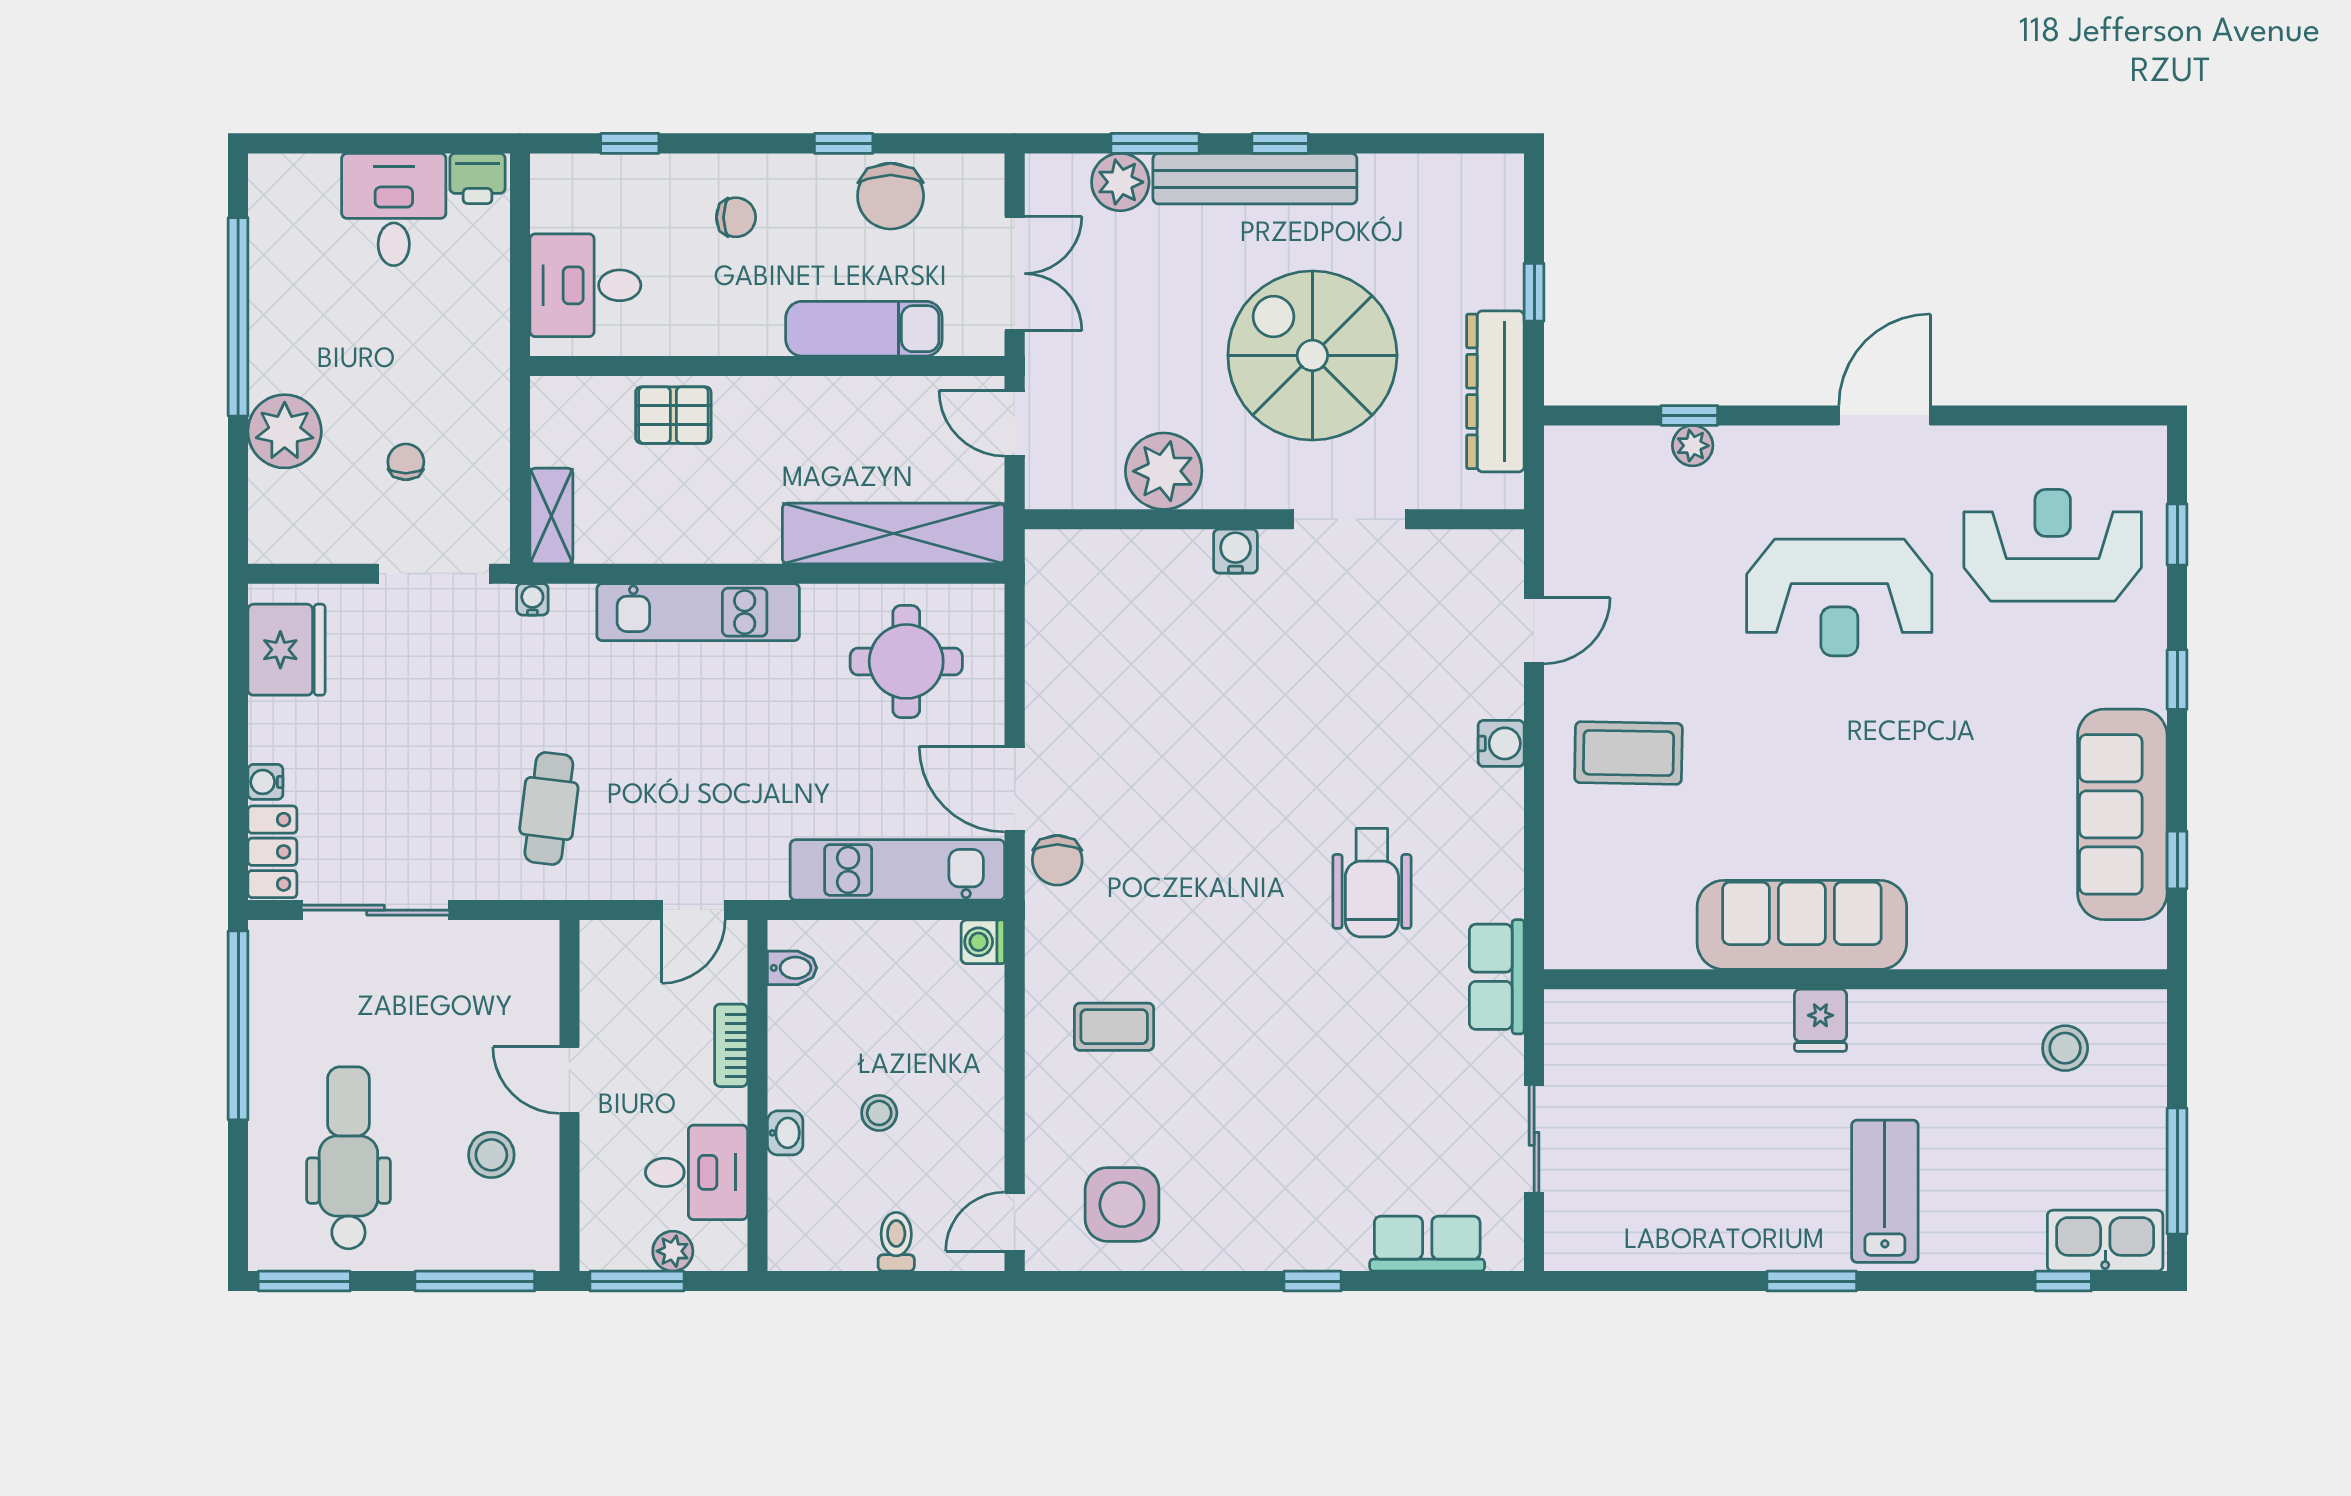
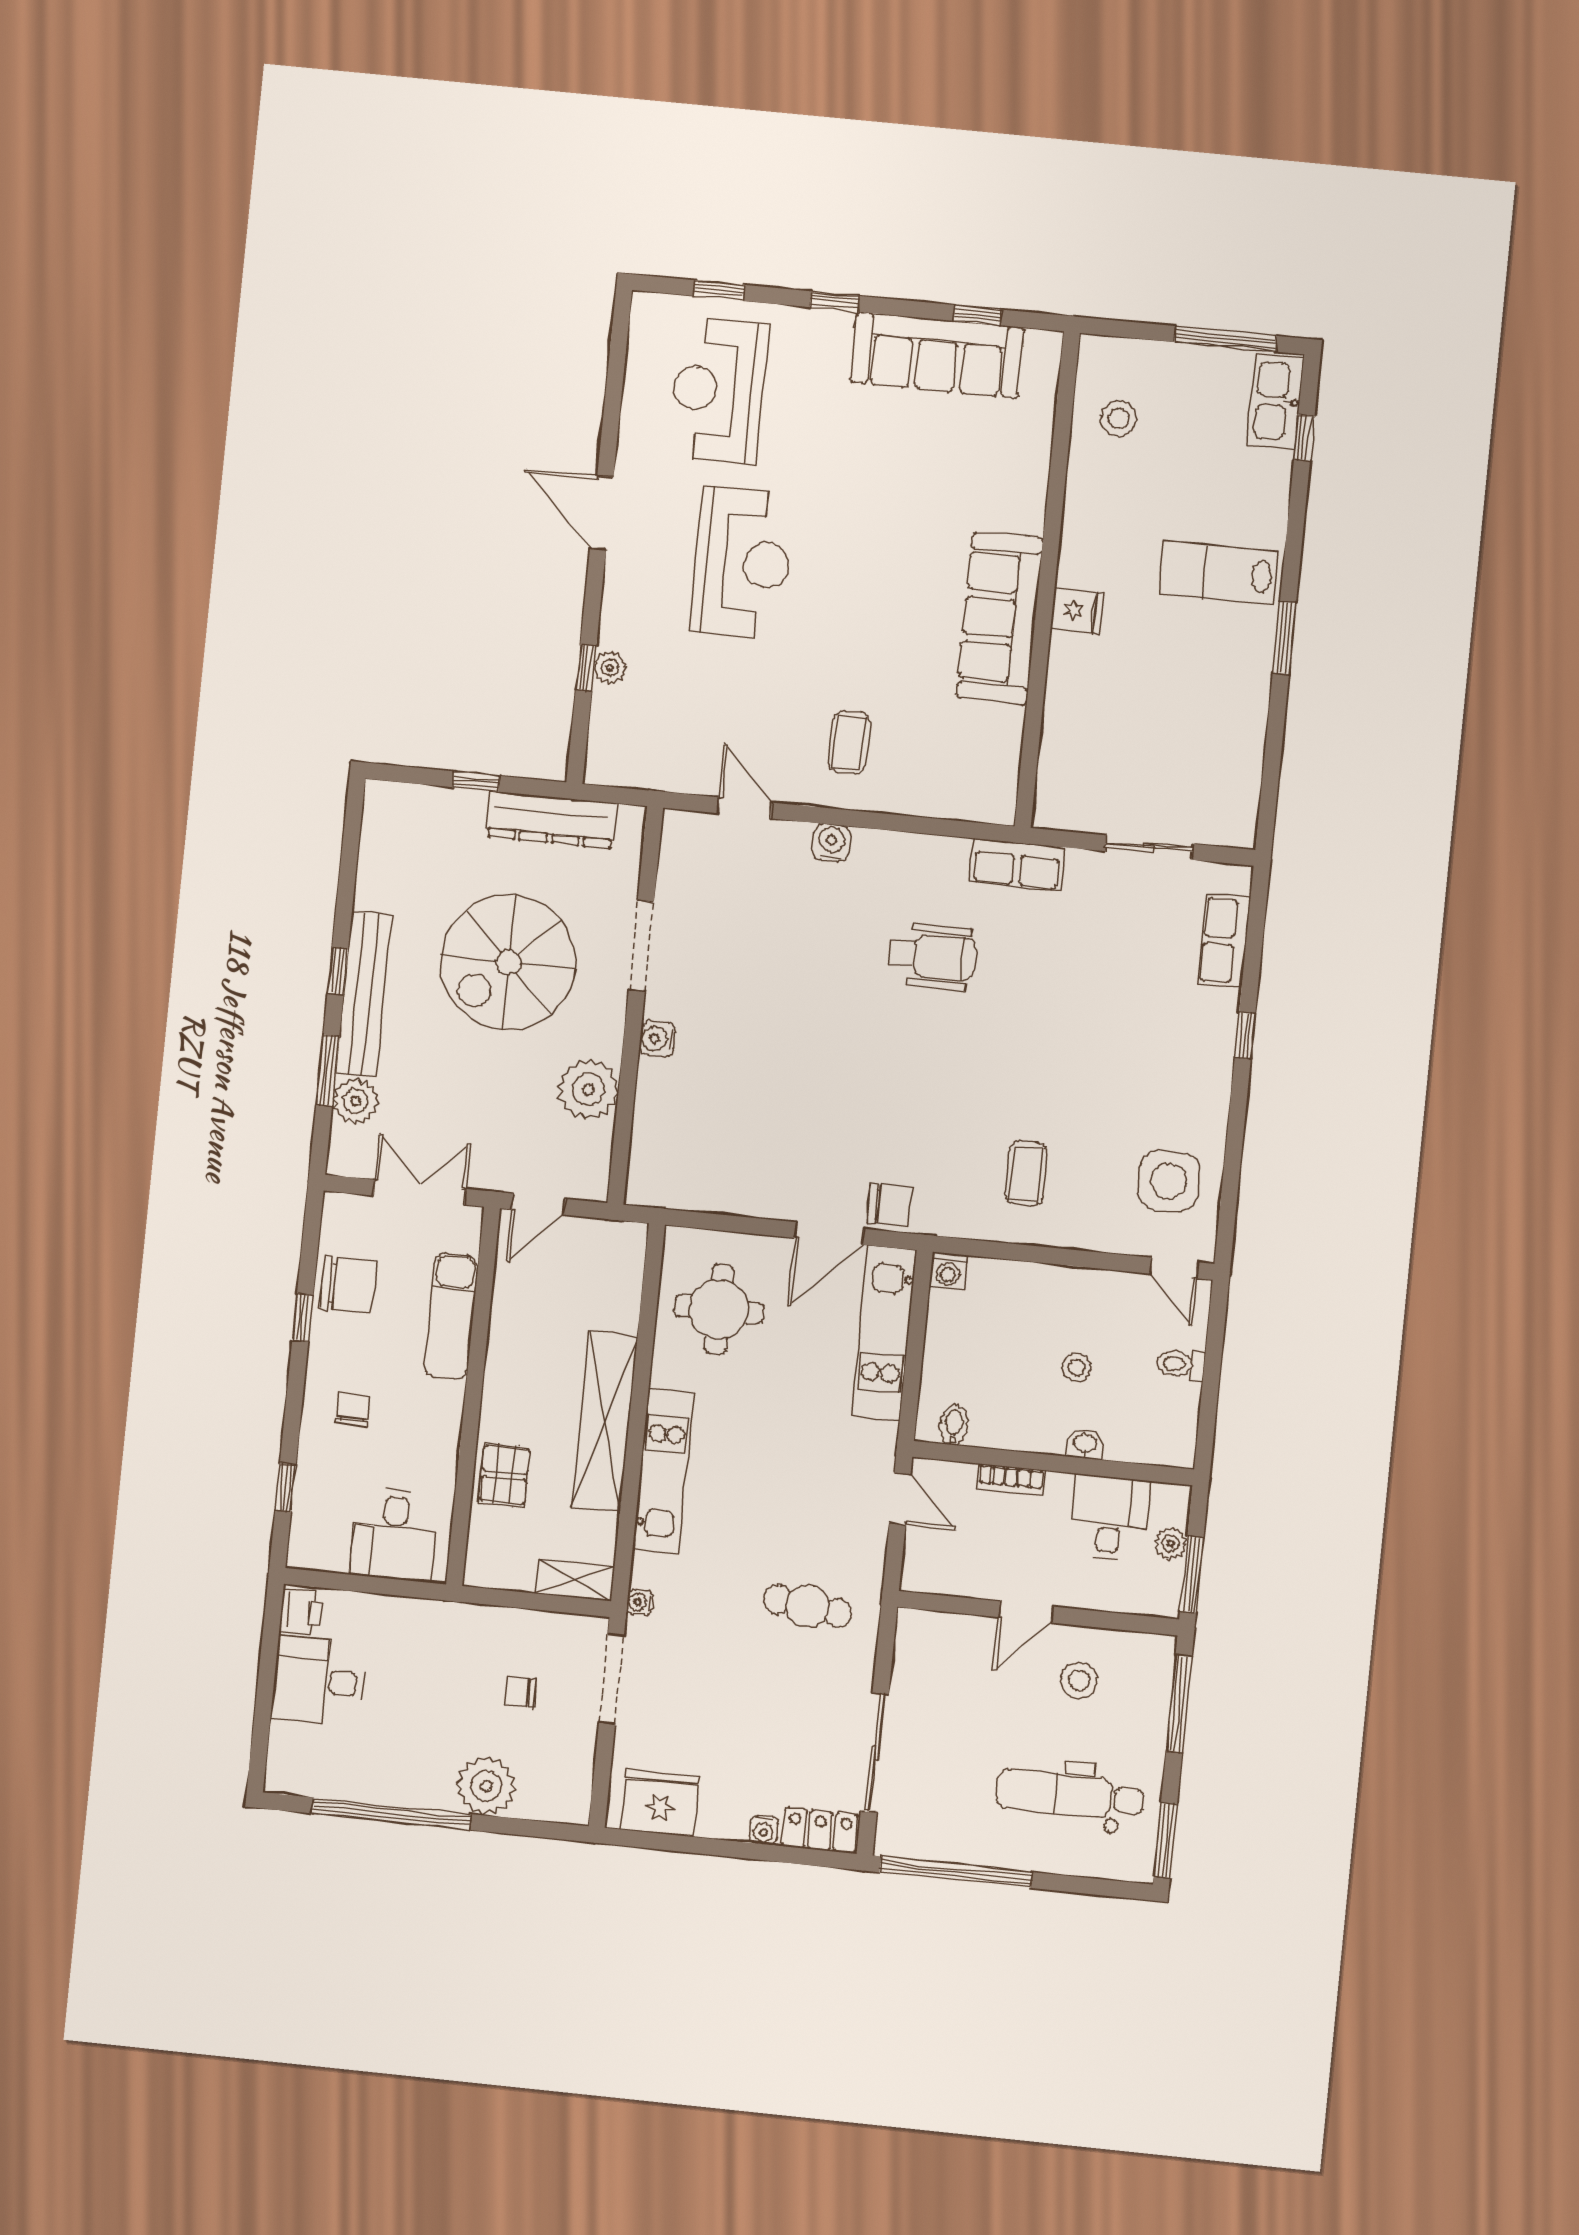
shelving: (894, 533) -> (605, 1421), moved
coffee table: (1628, 753) -> (849, 742), width x0.73, depth x0.77

